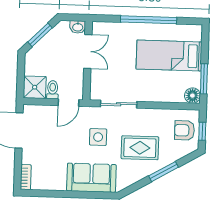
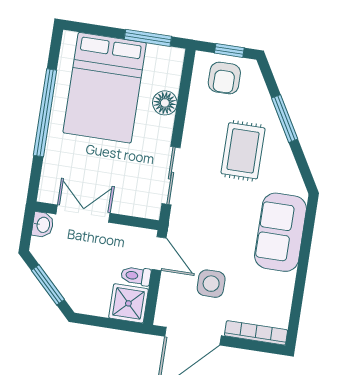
bed: (169, 55) -> (105, 88), width x1.50
floor lamp: (192, 96) -> (165, 103), moved
side table: (98, 137) -> (211, 284), moved
bookcase: (26, 177) -> (256, 333), width x1.56

